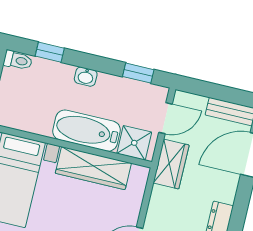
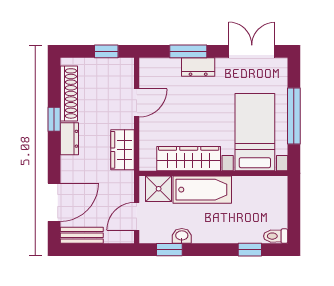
washbasin: (86, 77) -> (182, 236), moved
wardrobe: (171, 164) -> (123, 150), moved

